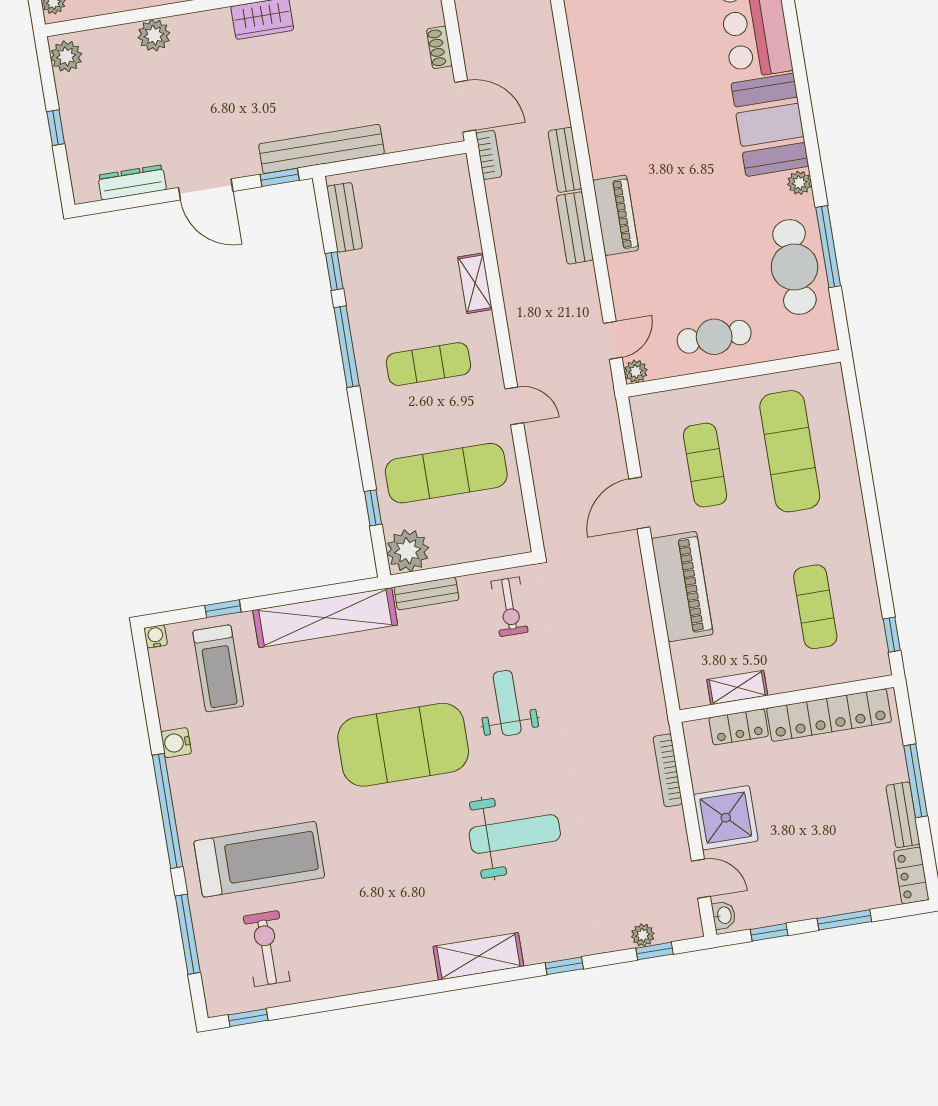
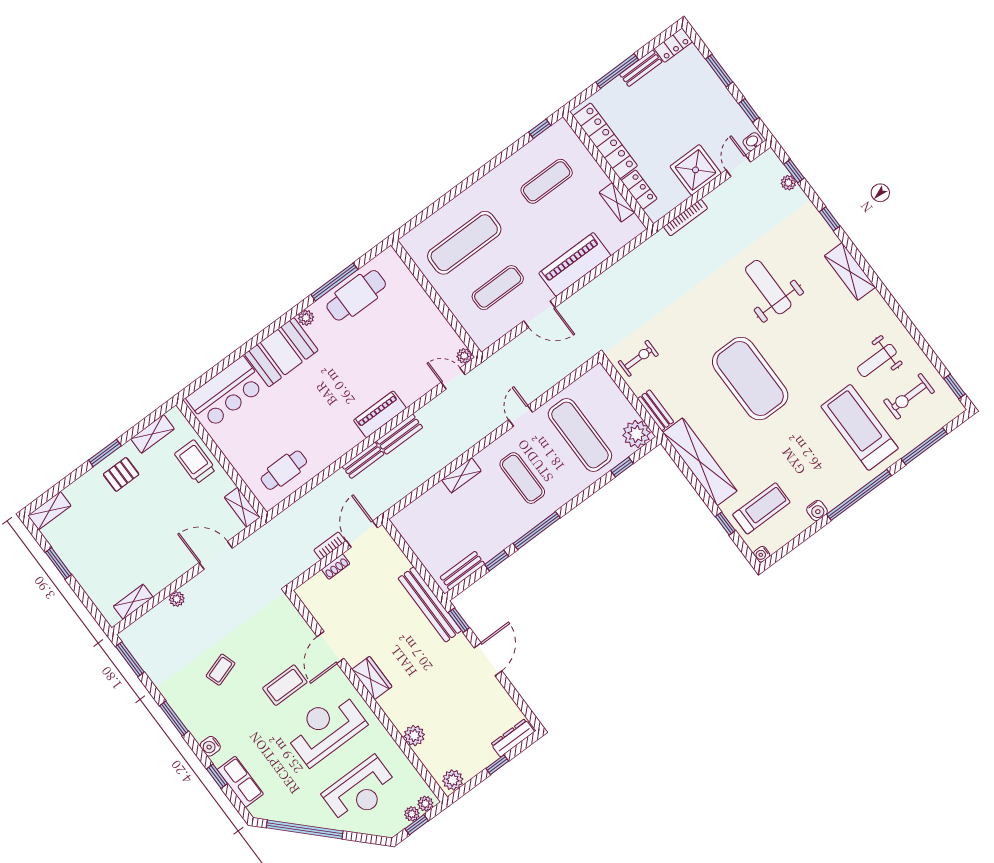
bookcase: (489, 155) -> (330, 546), moved
dresser: (132, 182) -> (513, 738), moved, turned 90
cafe table: (714, 337) -> (284, 470), moved, turned 90
weight bench: (507, 703) -> (877, 360), moved

